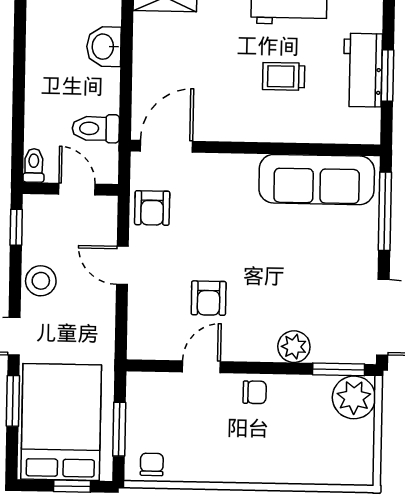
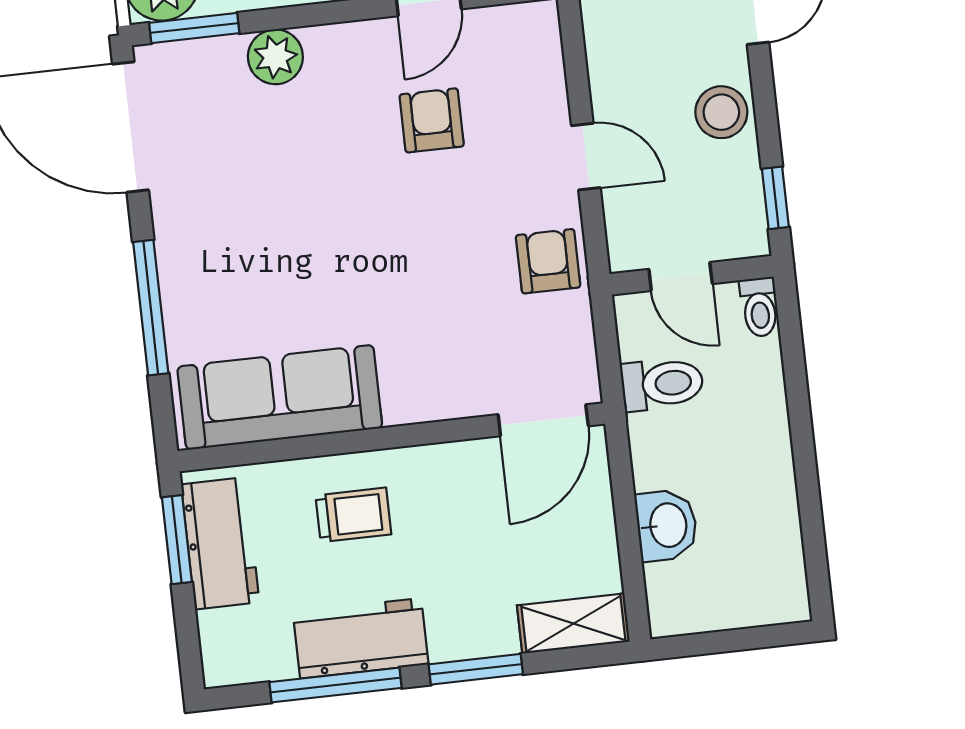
door: (166, 146) -> (543, 420), moved
wall: (255, 148) -> (391, 437), moved
sofa: (317, 180) -> (280, 397), moved

